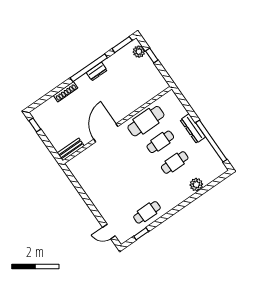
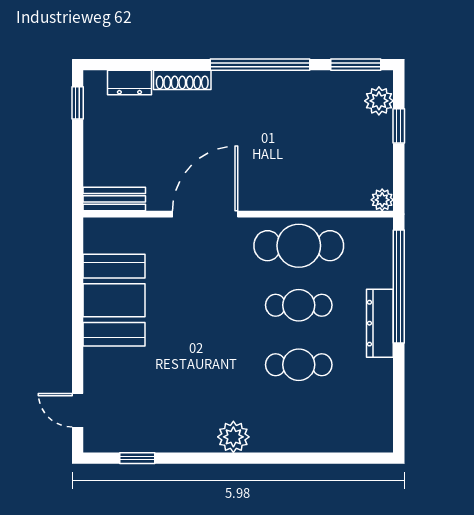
dresser: (97, 71) -> (129, 83), moved
plant: (164, 85) -> (382, 200), added
window: (211, 141) -> (399, 286), moved
booth: (95, 185) -> (114, 300), added
plant: (196, 185) -> (233, 437), moved
cafe table: (147, 212) -> (178, 424), removed

